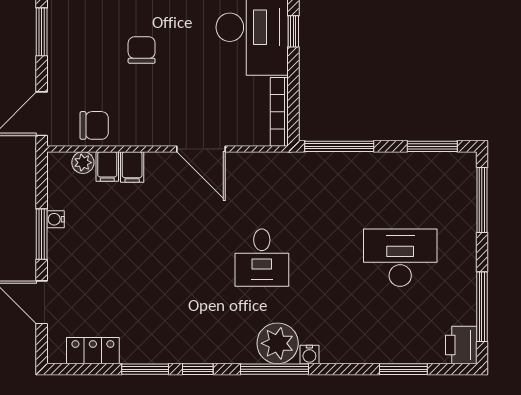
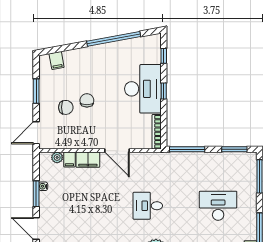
chair: (94, 125) -> (66, 107), moved
filing cabinet: (132, 167) -> (88, 160), width x2.00
desk: (262, 258) -> (148, 206), turned 90

